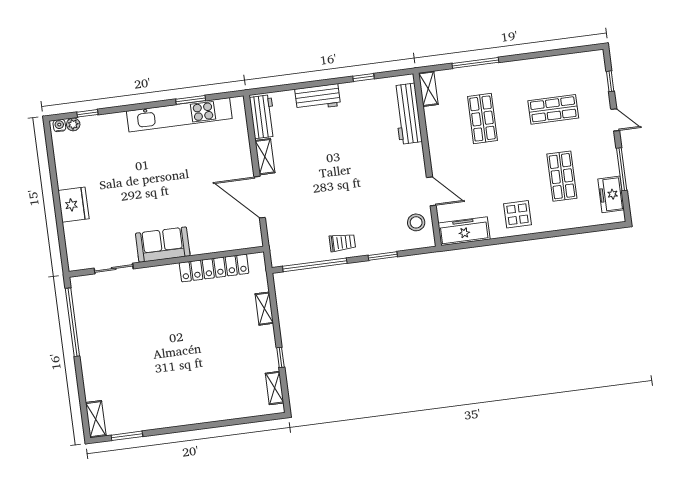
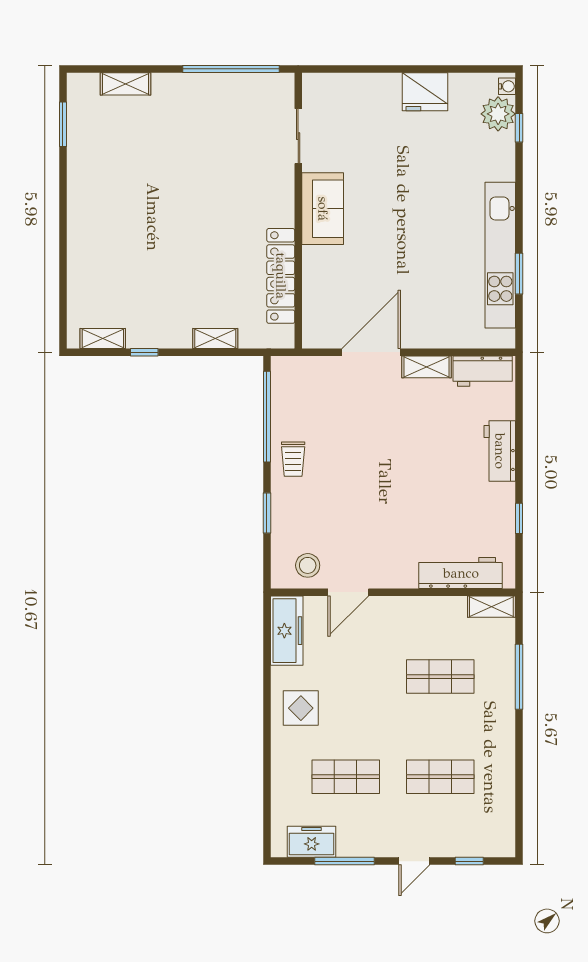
shop shelf: (553, 109) -> (440, 777), turned 90
plant: (73, 124) -> (498, 114), width x1.88, depth x1.88
fridge: (74, 205) -> (425, 92), moved
shelving: (96, 419) -> (125, 84), moved

